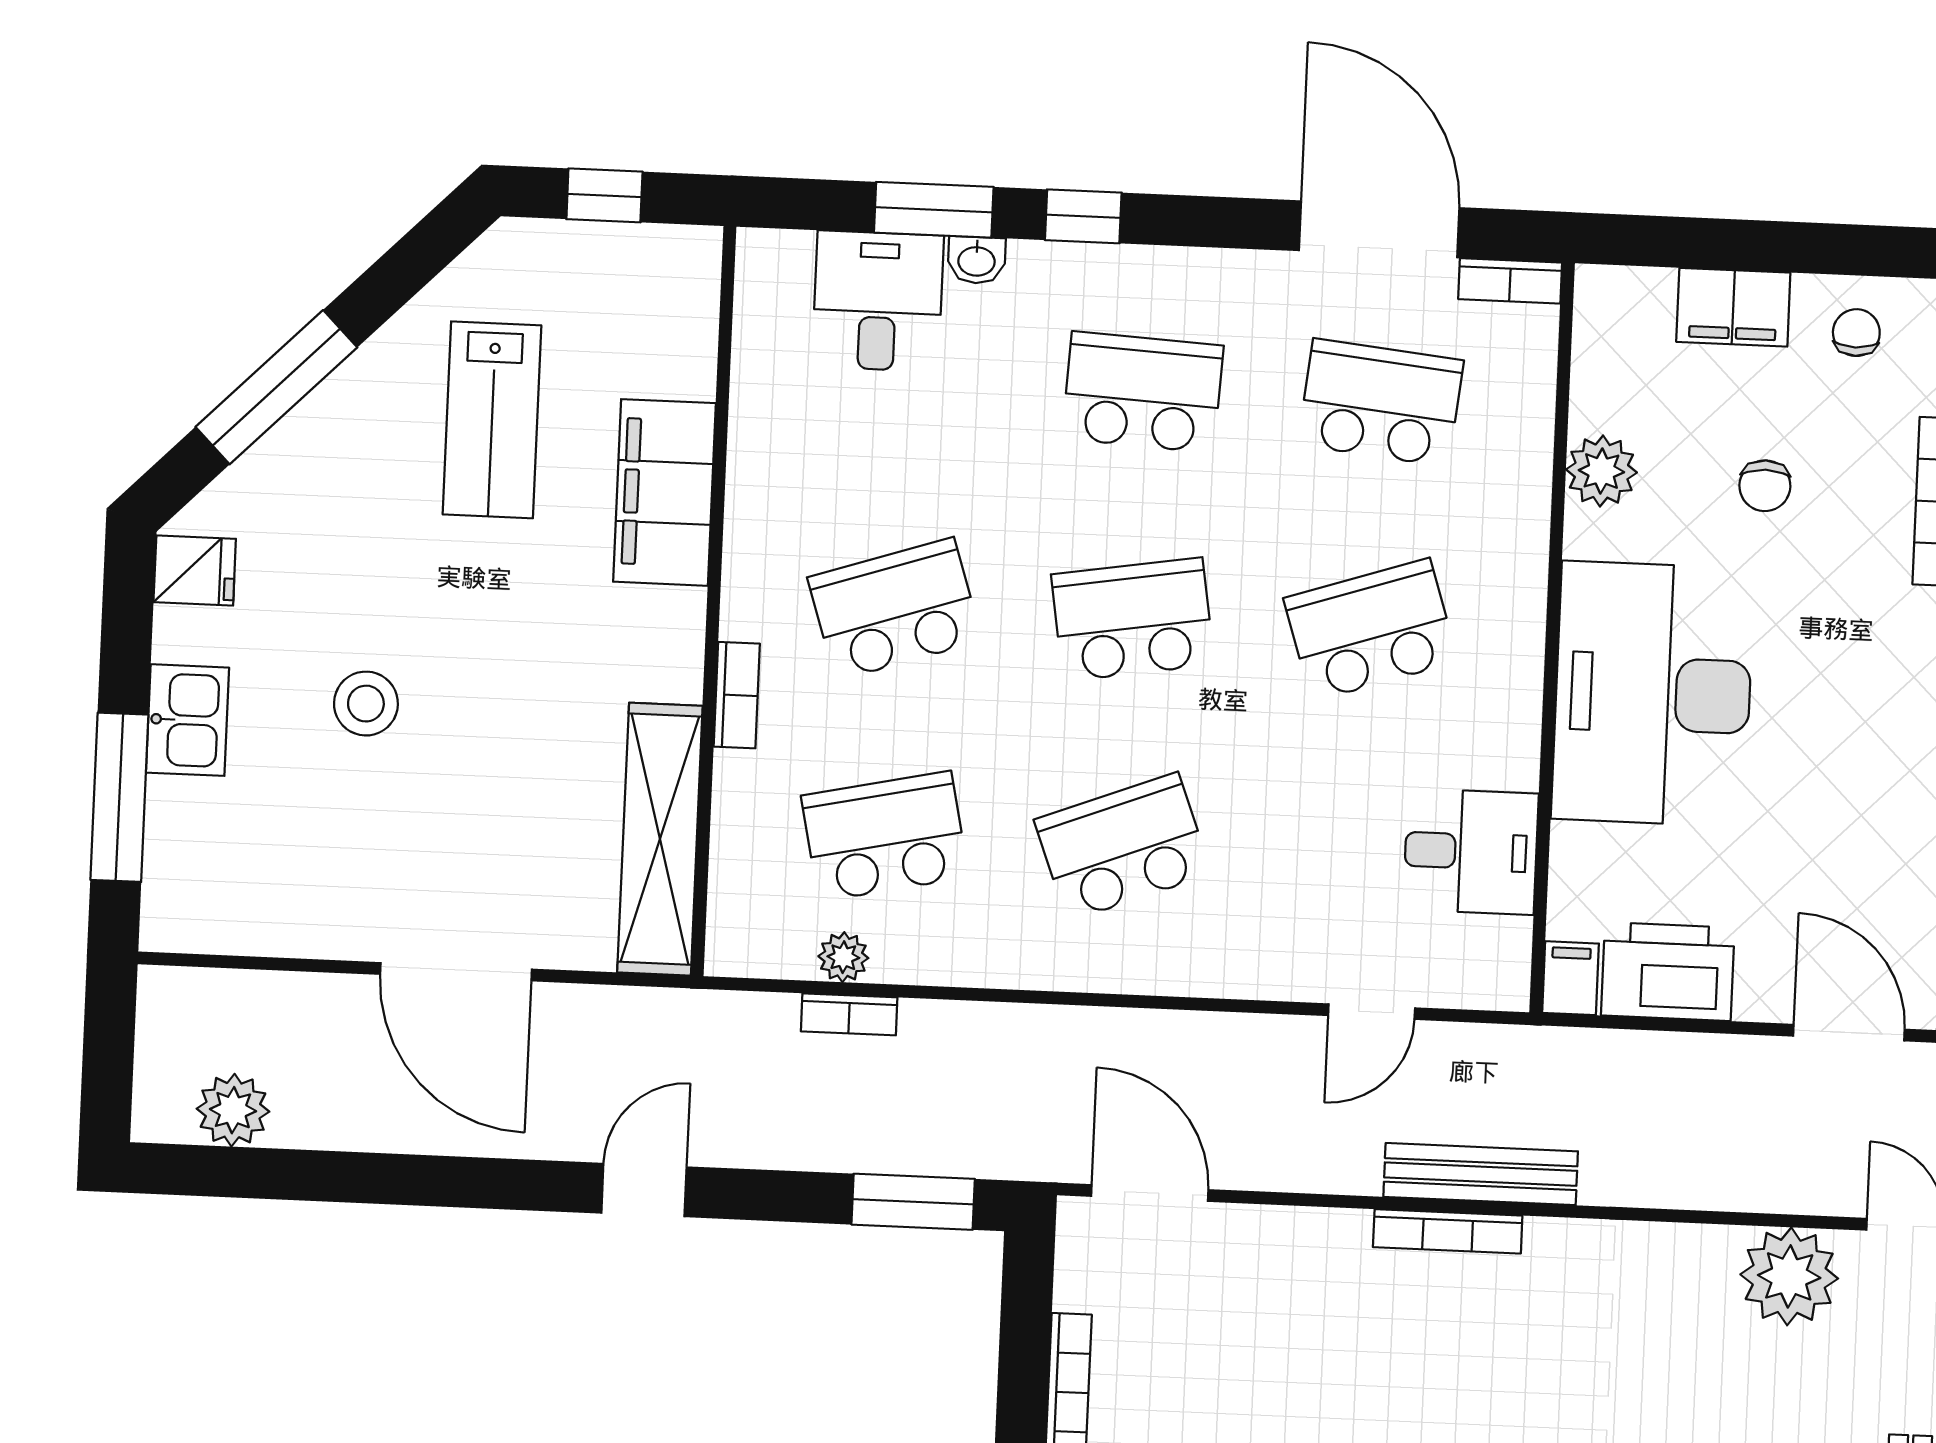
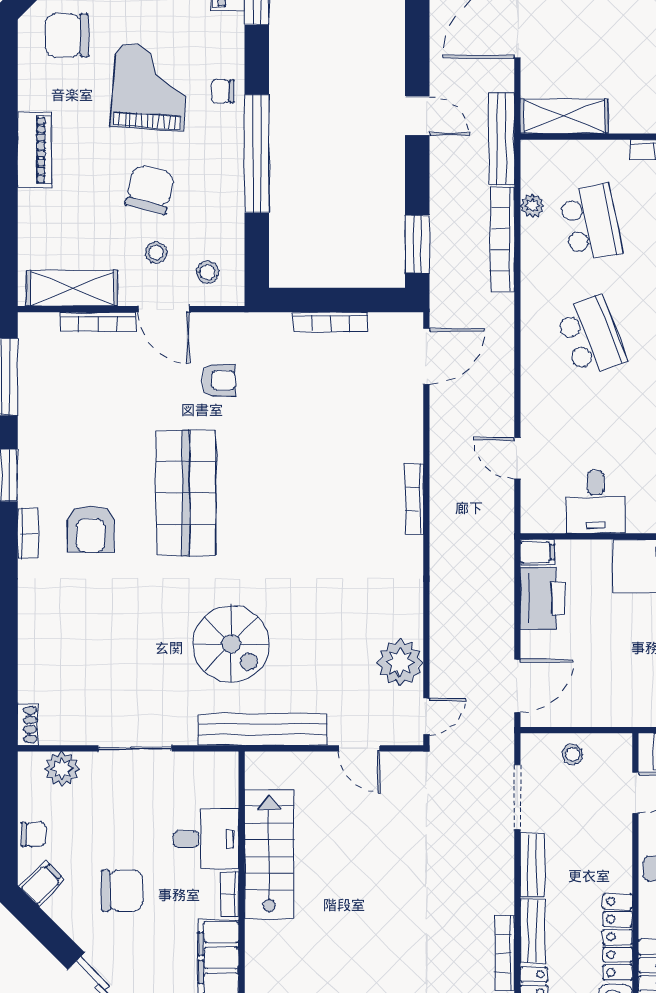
shelving: (660, 839) -> (564, 116), width x0.68
bookcase: (849, 1014) -> (502, 239), width x2.31, depth x1.31
bench: (1481, 1174) -> (501, 139), moved

